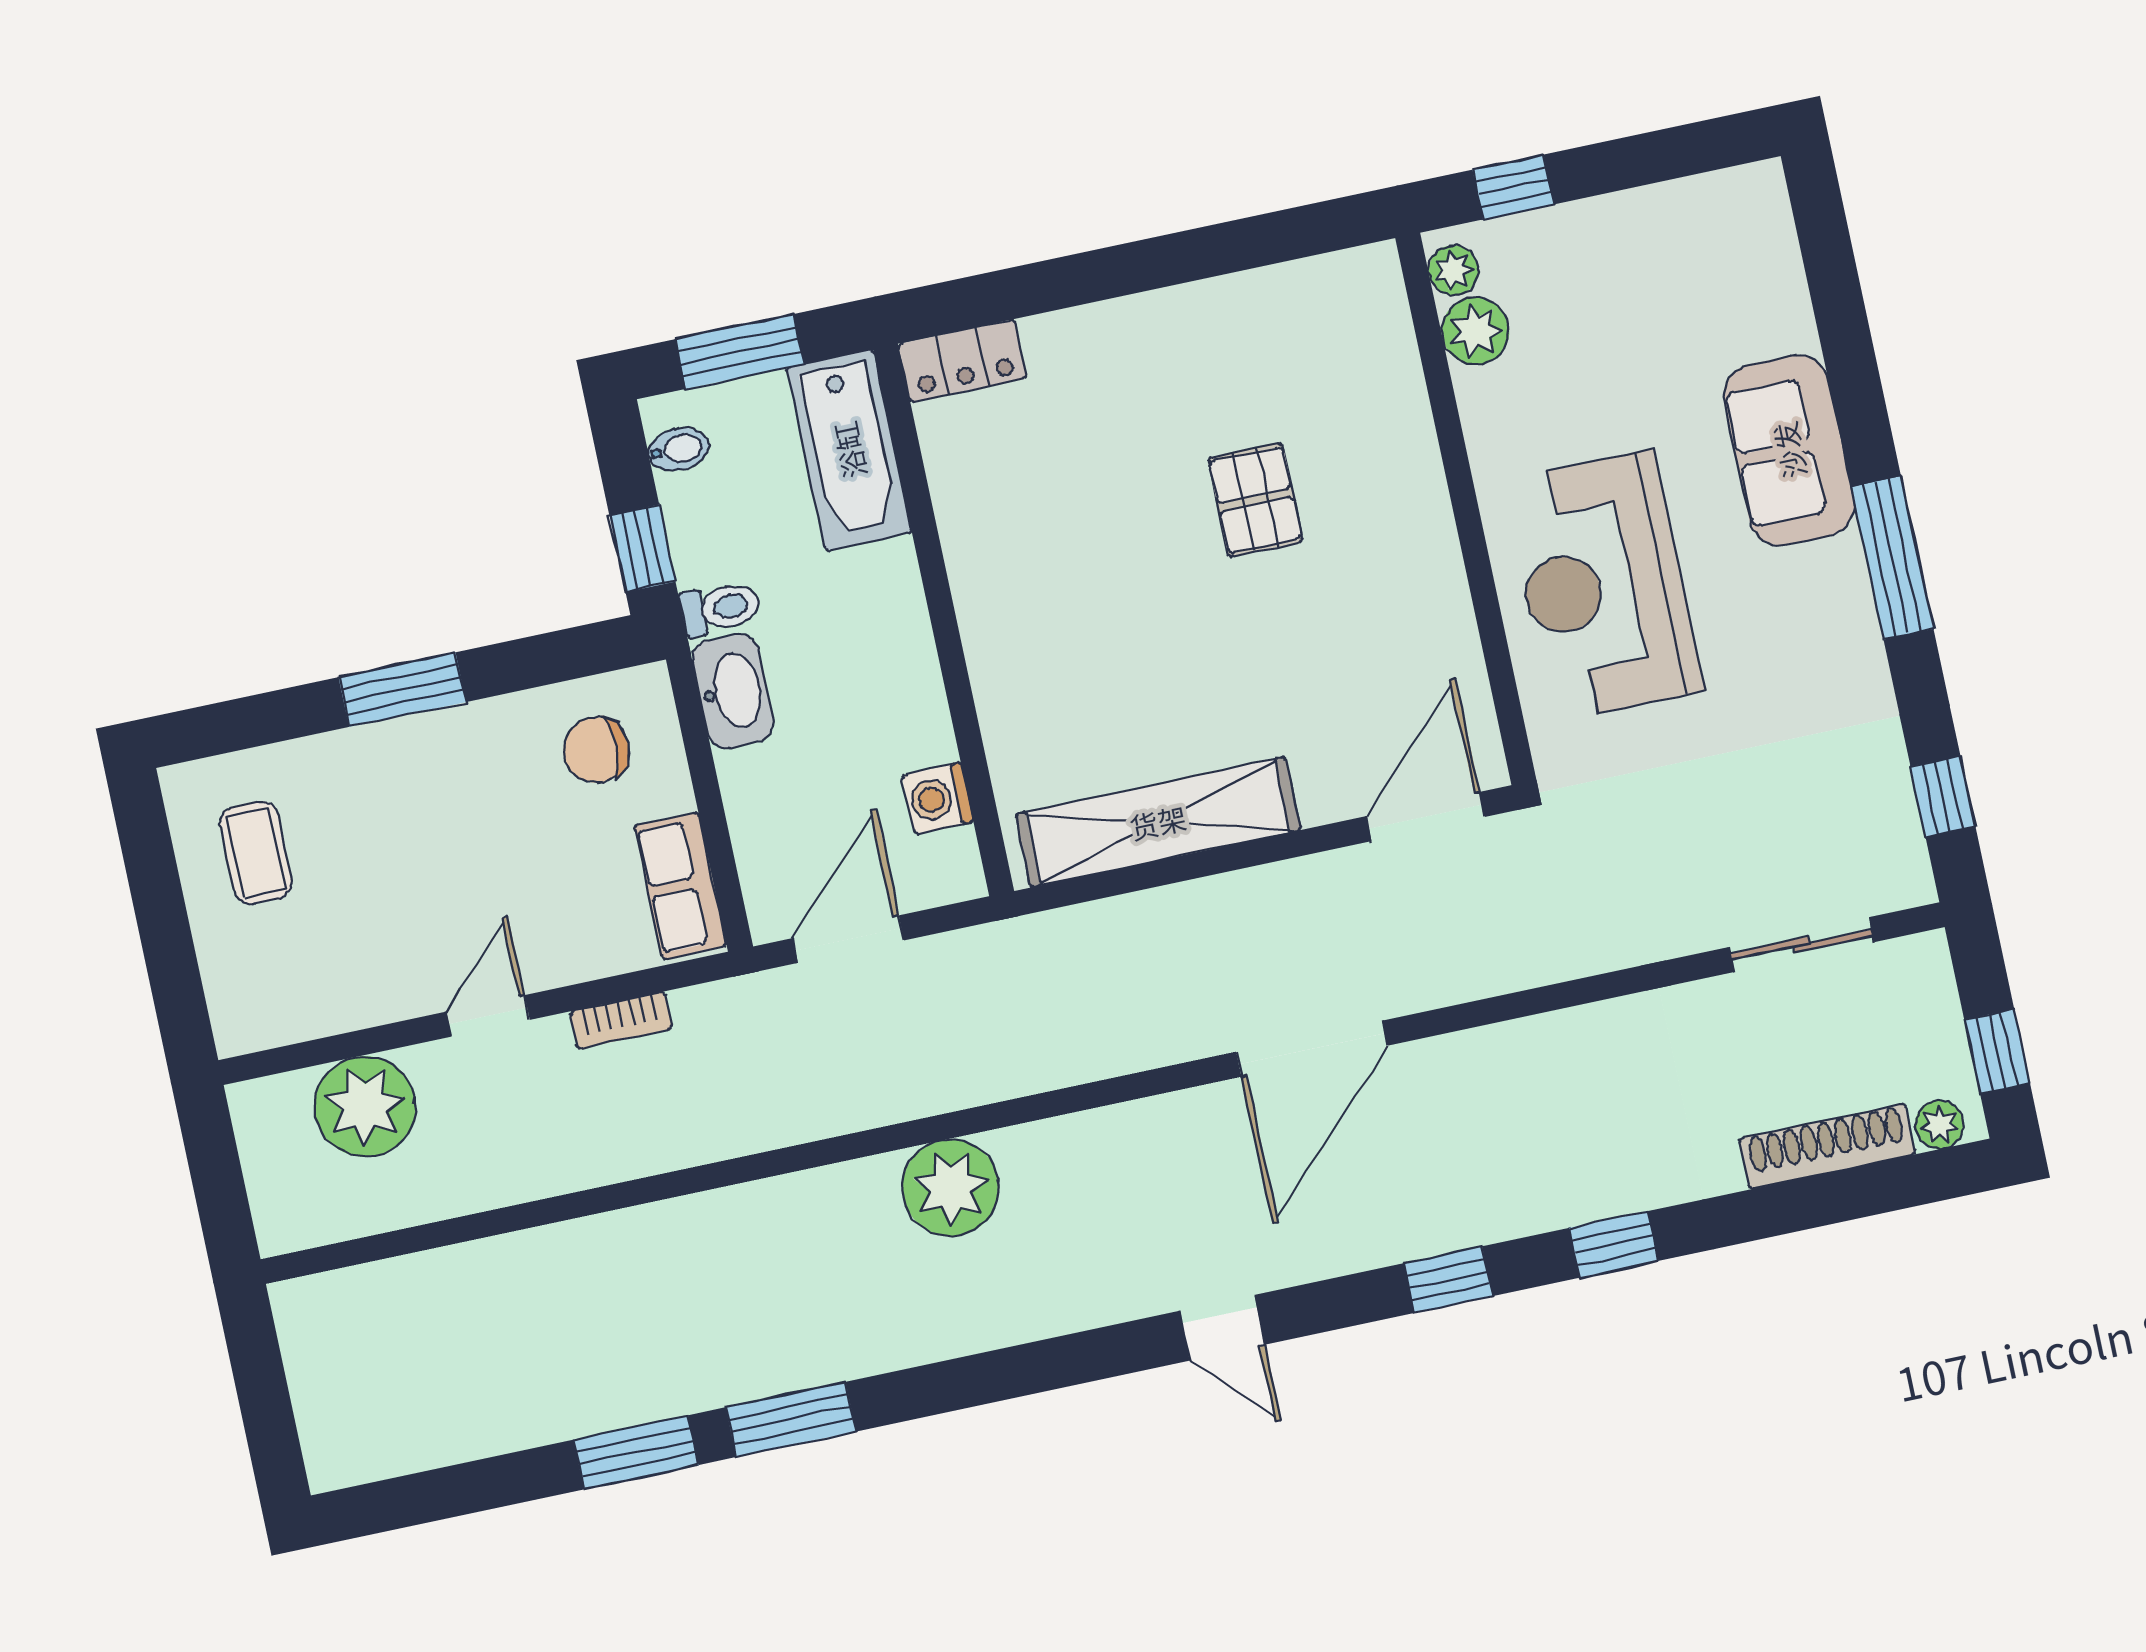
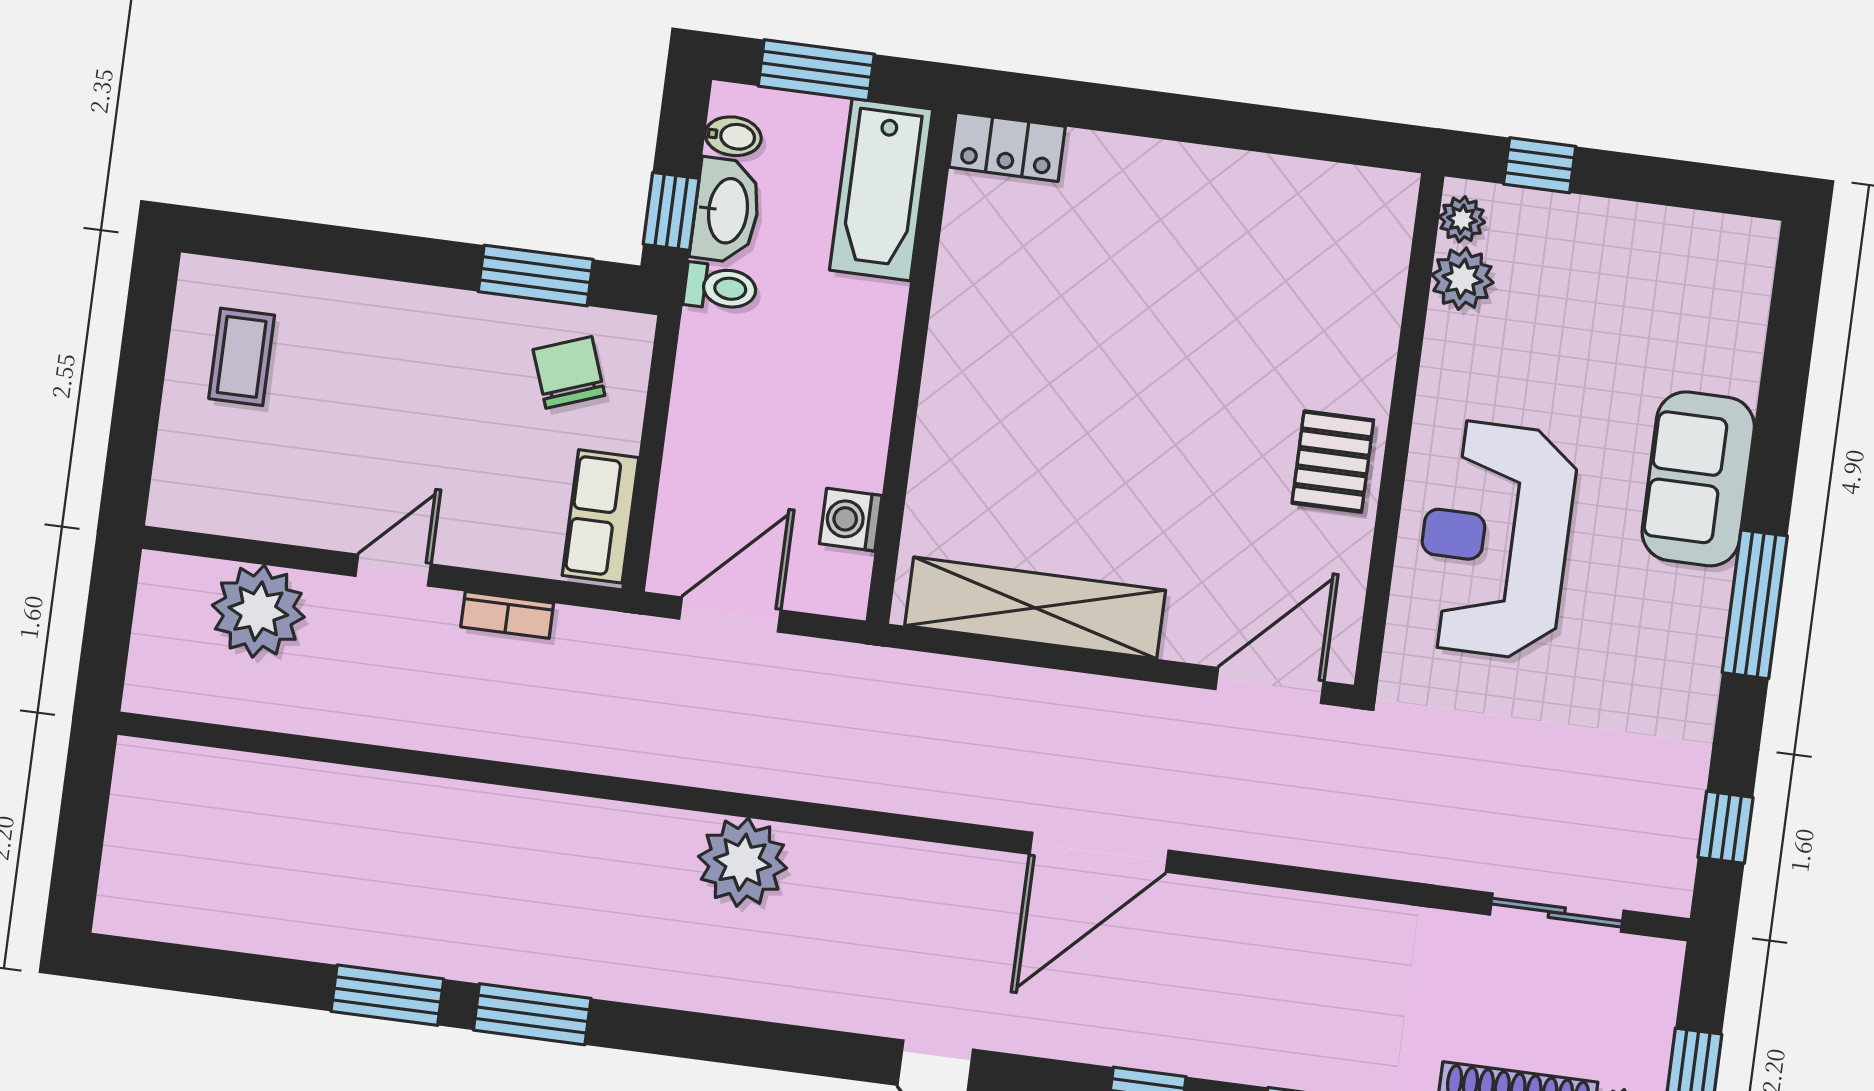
pallet: (1255, 500) -> (1333, 462), moved
window: (402, 690) -> (536, 276), moved
washbasin: (733, 691) -> (726, 210), moved
chair: (596, 750) -> (569, 372), turned 70

